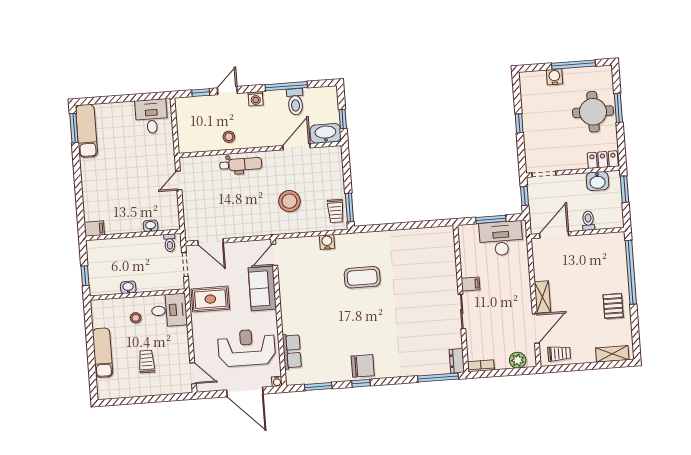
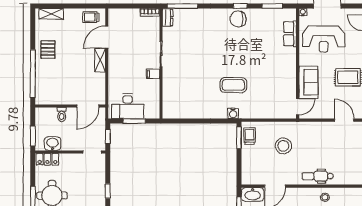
water cooler: (327, 242) -> (233, 113), moved
plant: (518, 360) -> (122, 15), removed

